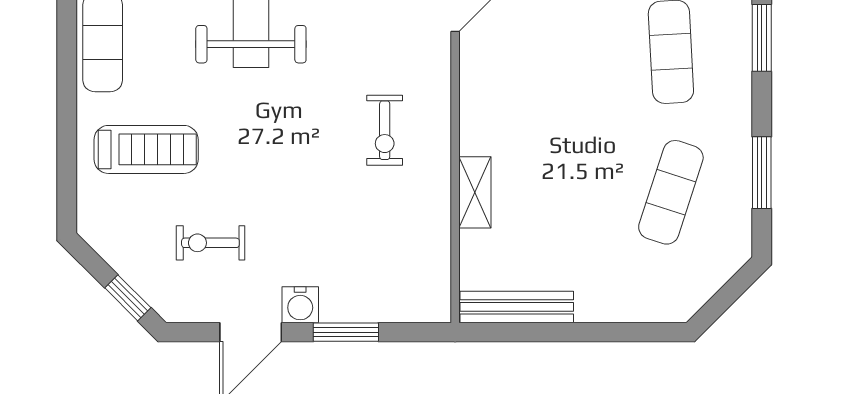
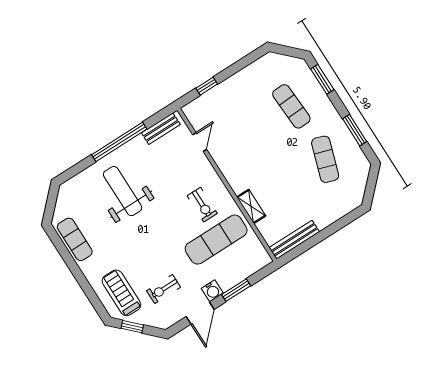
treadmill: (146, 149) -> (121, 293), moved, turned -90
exercise mat: (369, 213) -> (216, 240), added
window: (128, 298) -> (132, 327), moved

